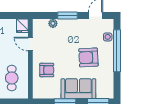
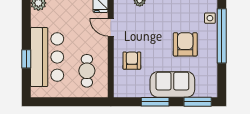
armchair: (88, 57) -> (185, 44), turned 93
armchair: (47, 70) -> (132, 61), turned -90

